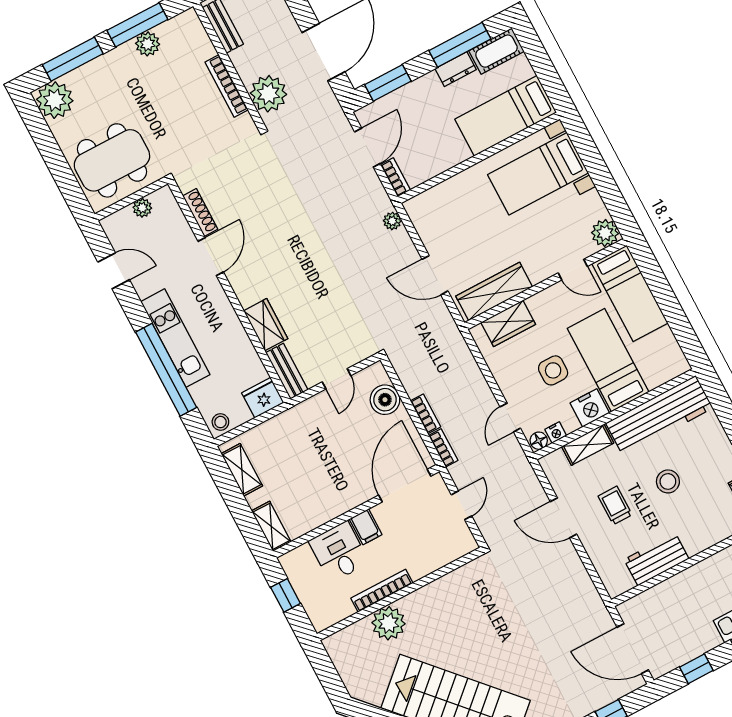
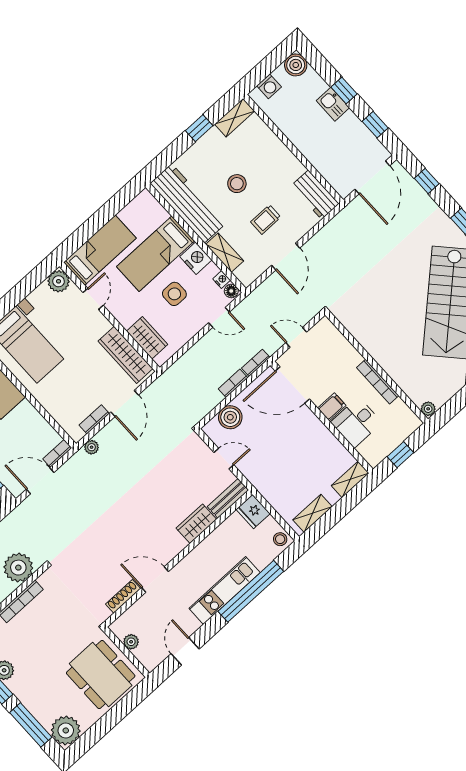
bookcase: (425, 233) -> (94, 419), added
workbench: (656, 559) -> (315, 195), moved
plant: (389, 623) -> (428, 409), moved, width x0.53, depth x0.53

